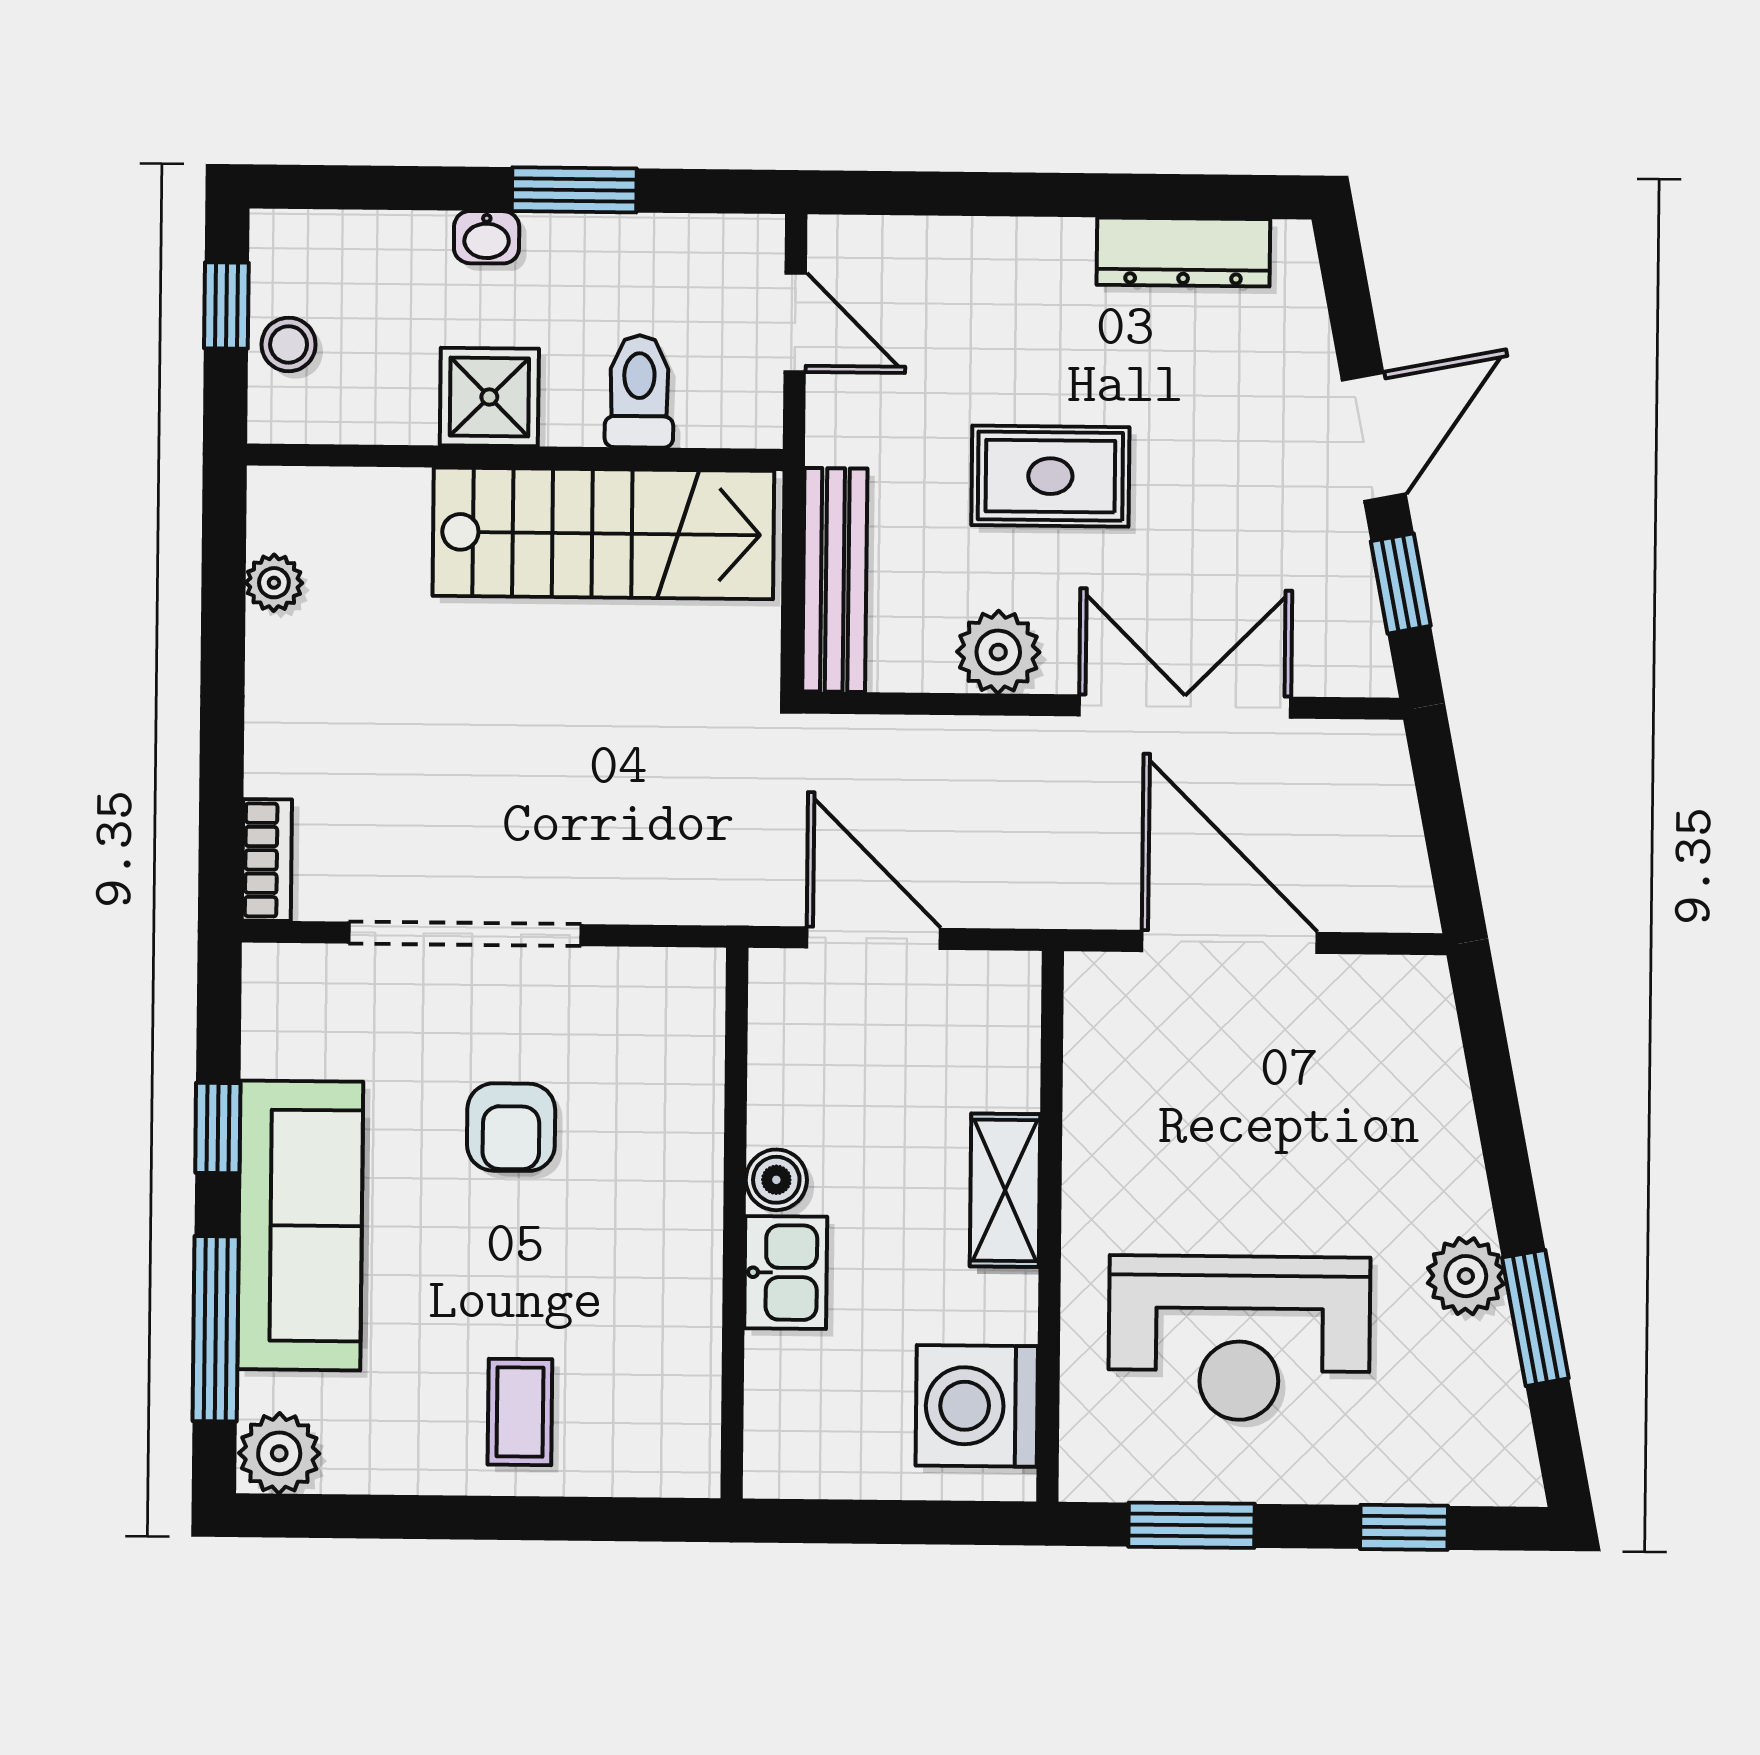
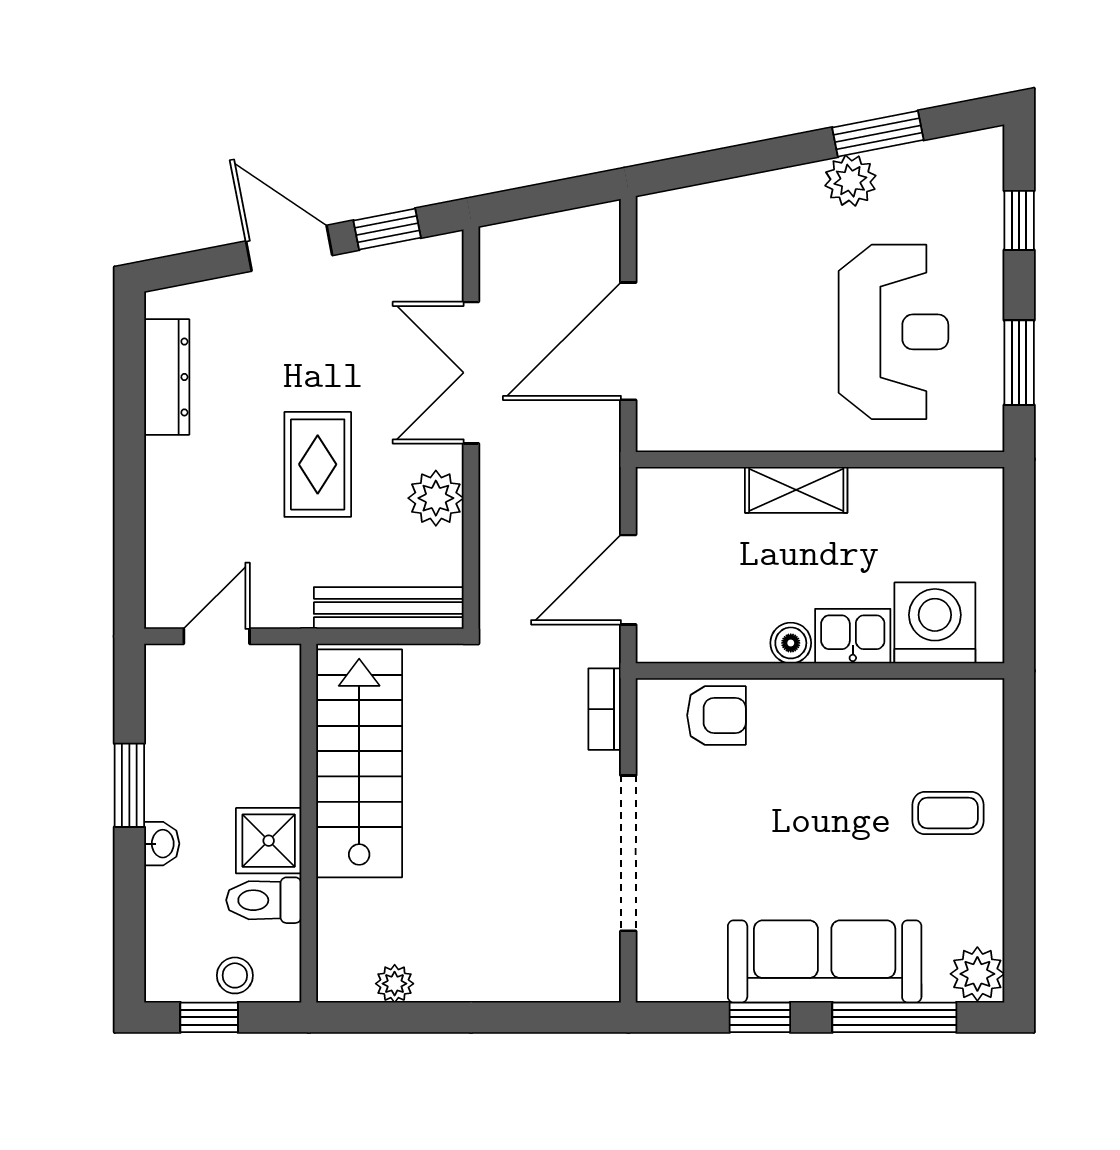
toilet: (639, 391) -> (264, 900), moved
bookcase: (267, 860) -> (605, 709), moved, turned -90
armchair: (511, 1127) -> (717, 715), moved
washing machine: (977, 1406) -> (935, 623), moved, turned 180

